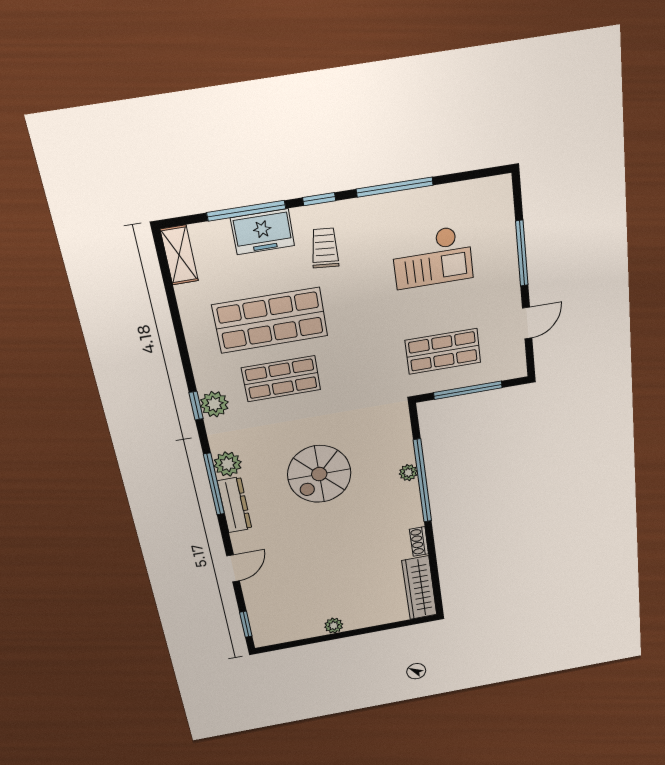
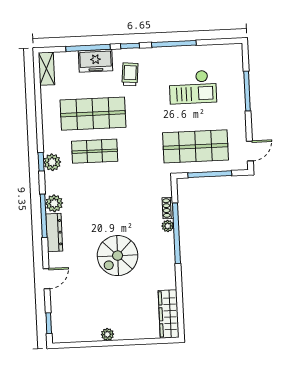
door: (527, 323) -> (250, 151), moved
shop shelf: (443, 351) -> (196, 146), width x1.43, depth x1.36
spiral stairs: (319, 474) -> (118, 256), moved
shoe rack: (419, 542) -> (168, 208), moved

